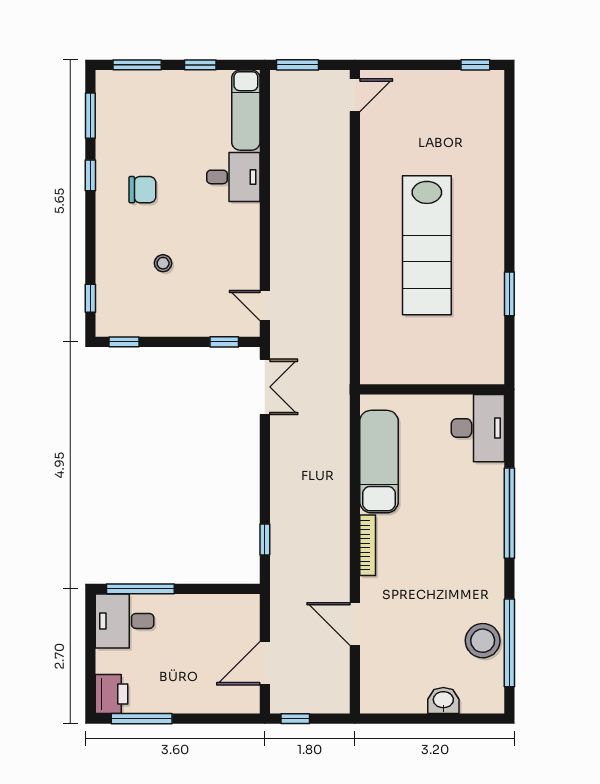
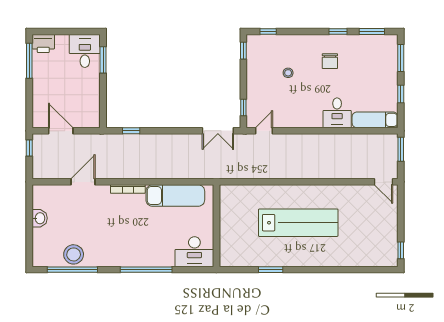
lab bench: (427, 245) -> (298, 223), turned 180
window: (140, 589) -> (103, 60), width x0.69
washbasin: (443, 700) -> (40, 218), moved

